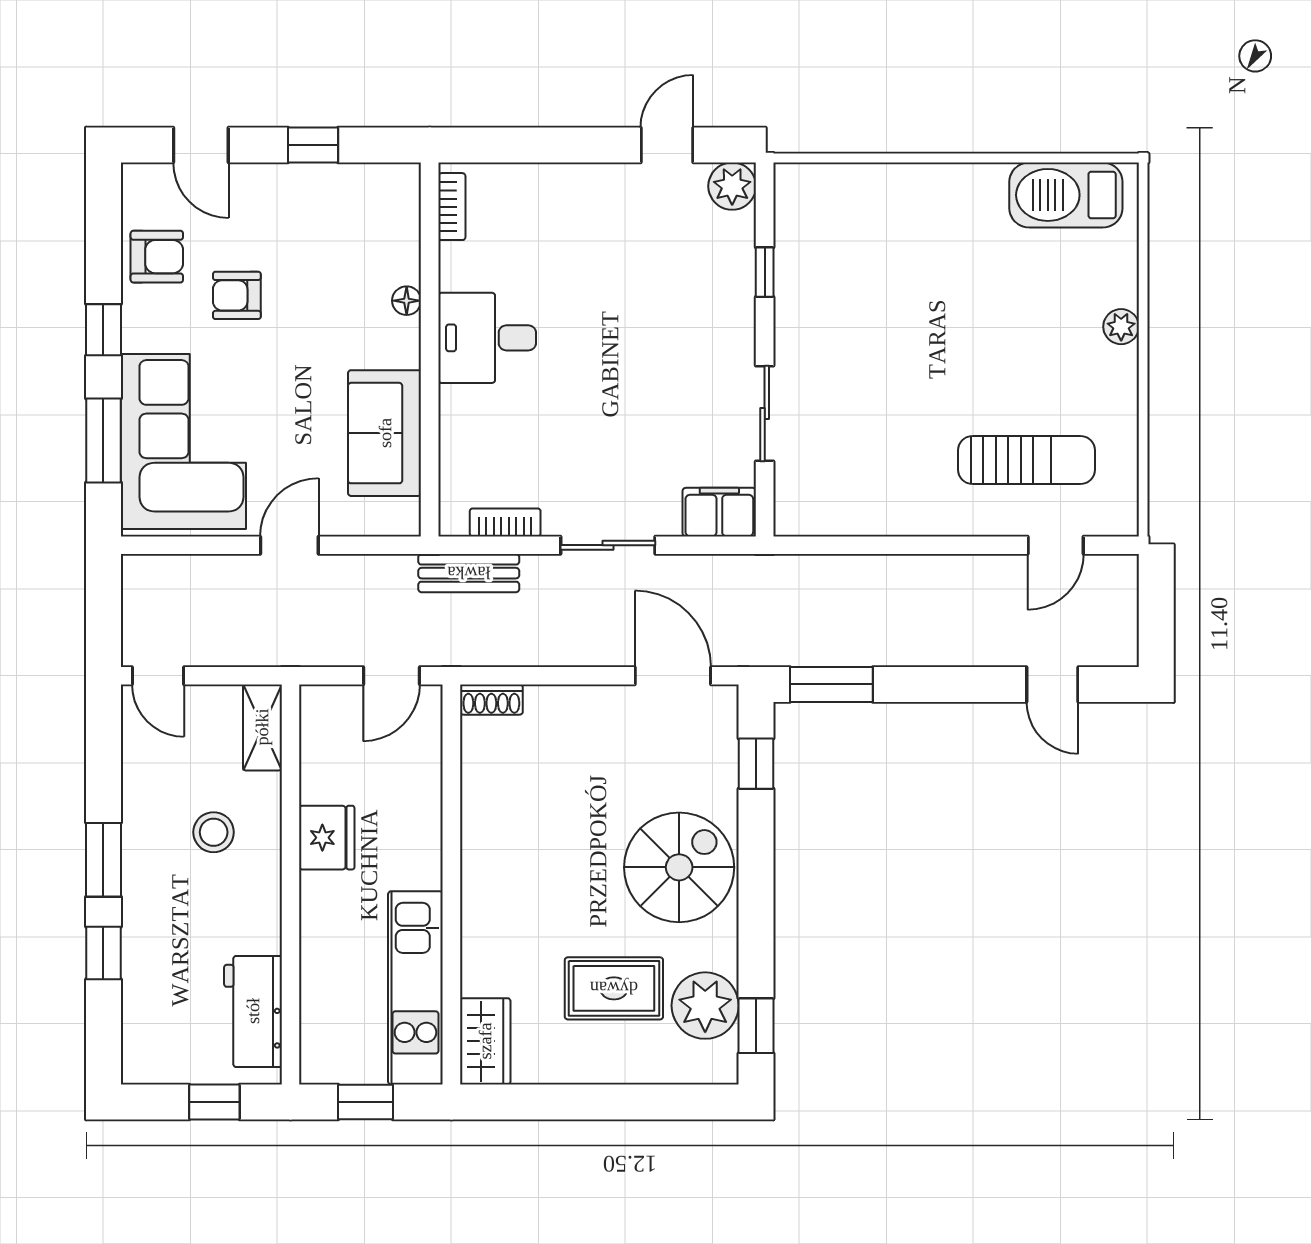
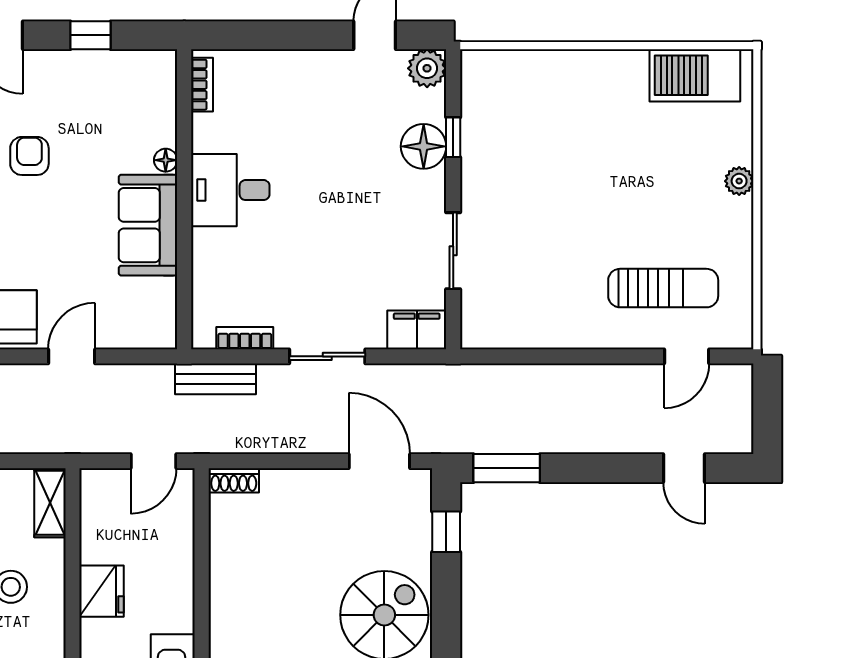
floor lamp: (728, 284) -> (424, 146), added
armchair: (237, 295) -> (29, 156), turned 90
sofa: (385, 433) -> (148, 225), moved

